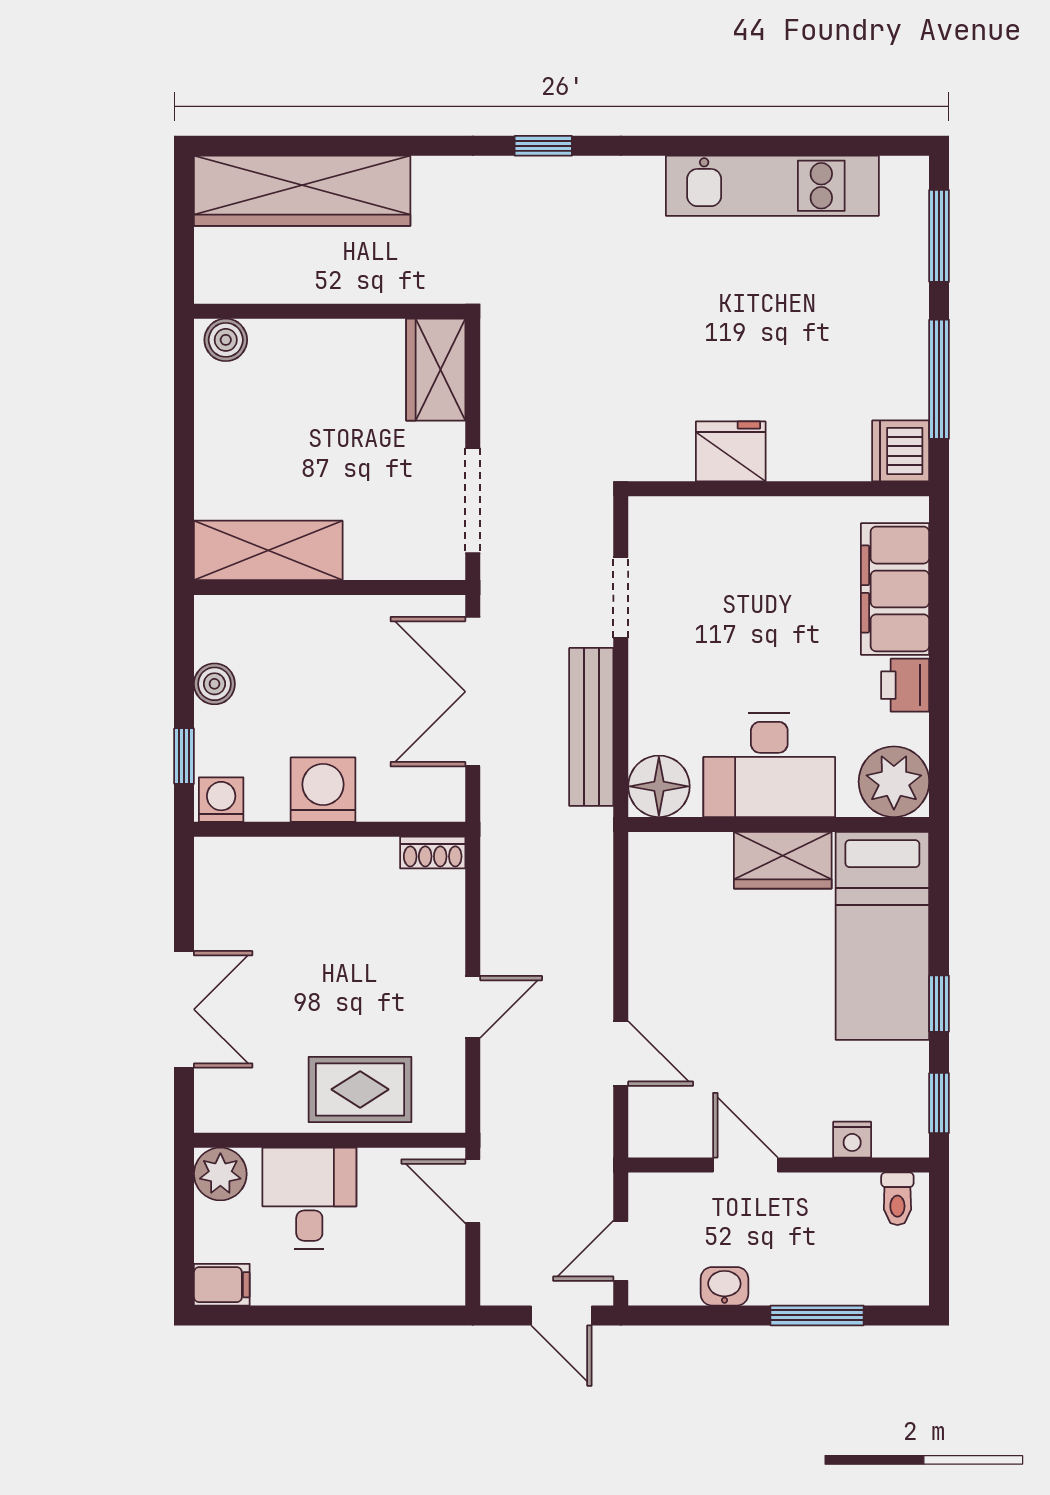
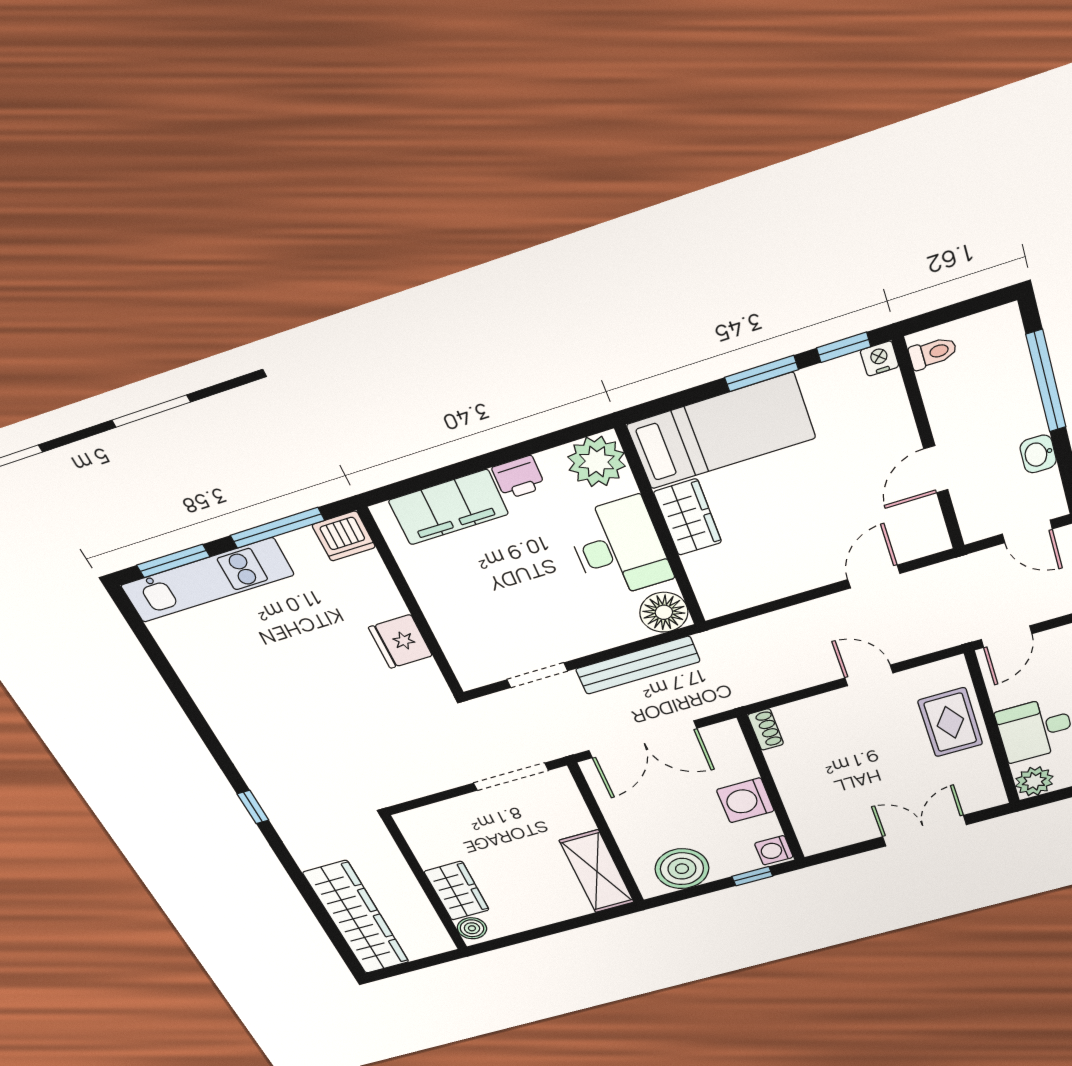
kitchen unit: (772, 186) -> (207, 580), moved, turned 90
wardrobe: (436, 370) -> (457, 891), moved, turned -90
boiler: (214, 684) -> (682, 869), width x1.86, depth x1.86
window: (939, 1004) -> (761, 373), width x1.50
nightstand: (852, 1140) -> (880, 358), moved, turned -90
window: (817, 1315) -> (1046, 381), width x1.44

